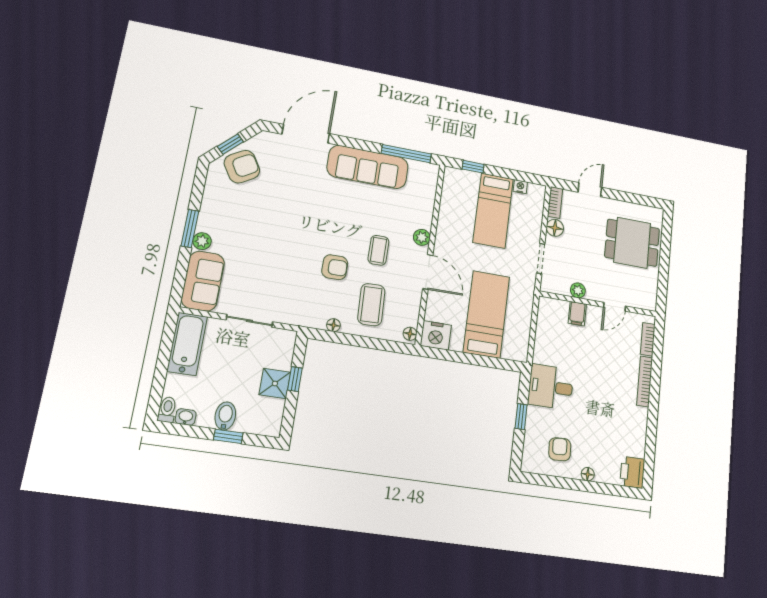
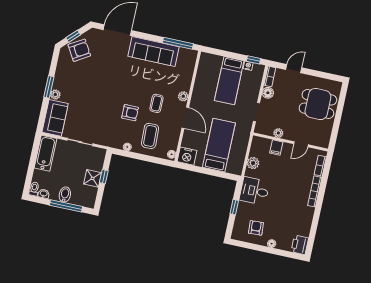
window: (473, 167) -> (254, 60), moved
plant: (544, 341) -> (253, 163), added
window: (228, 436) -> (66, 206), width x2.17

